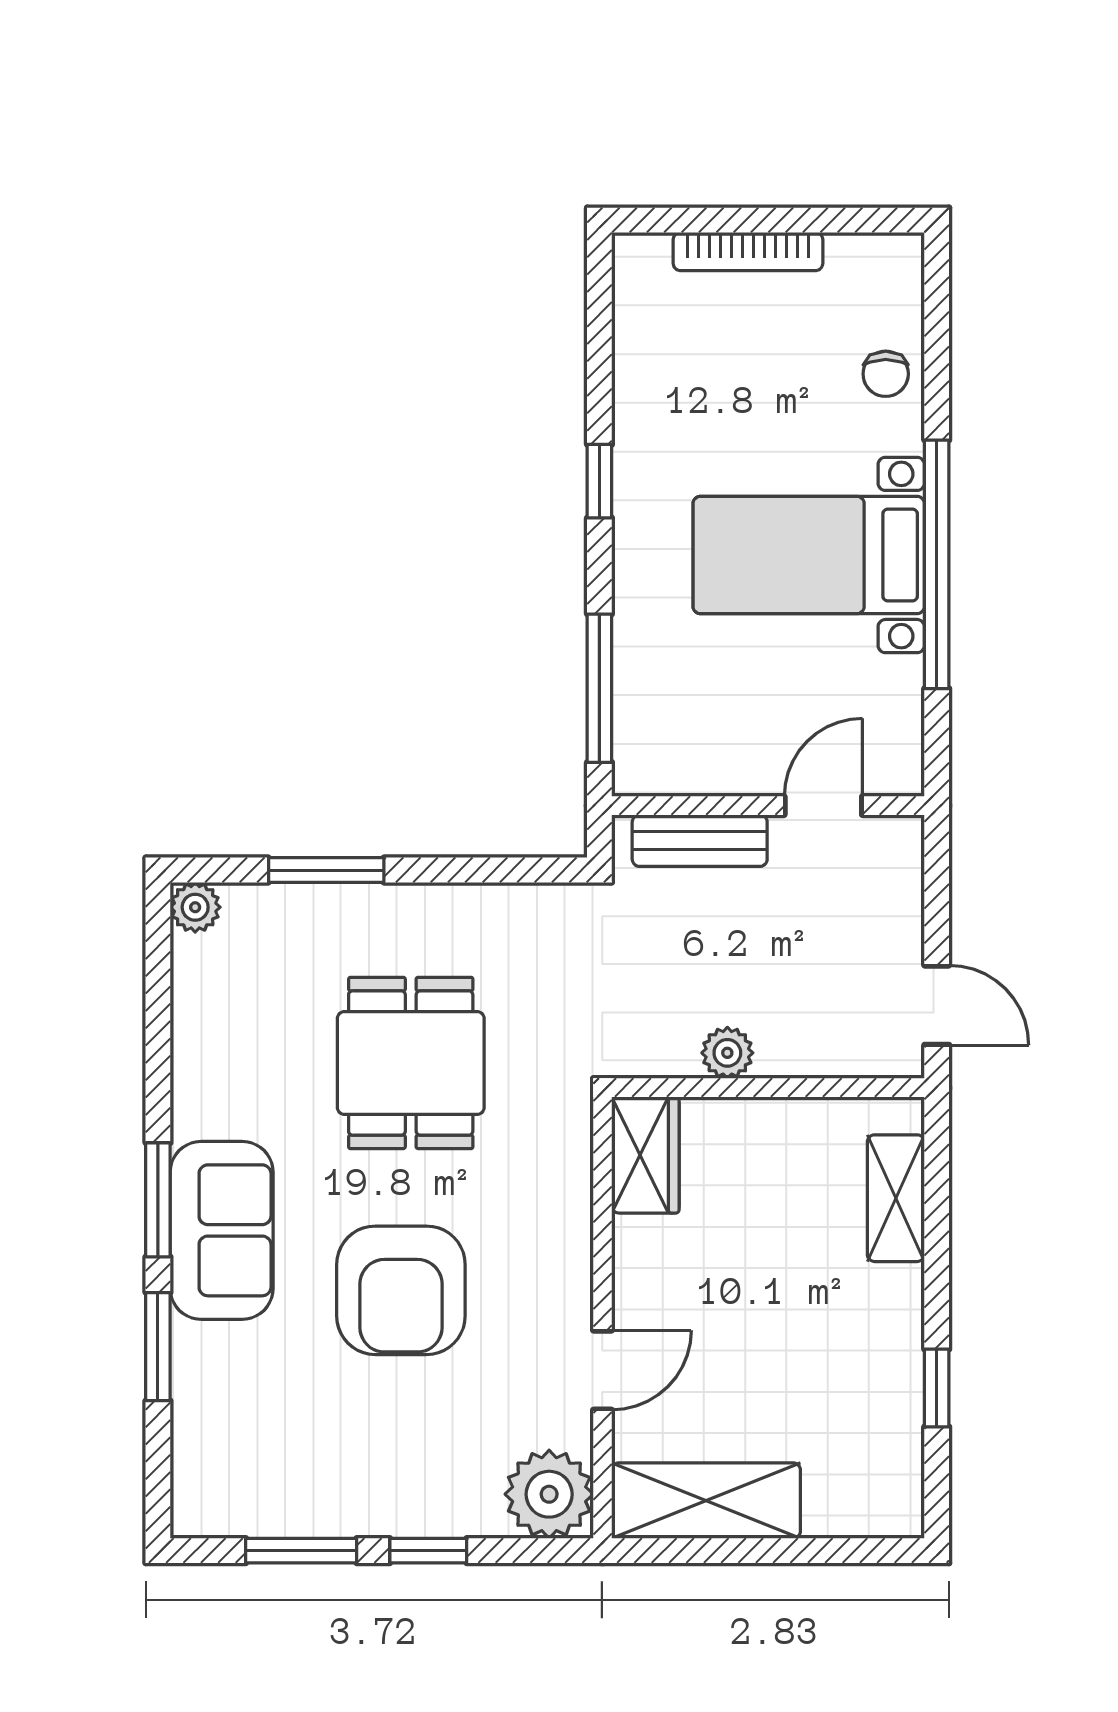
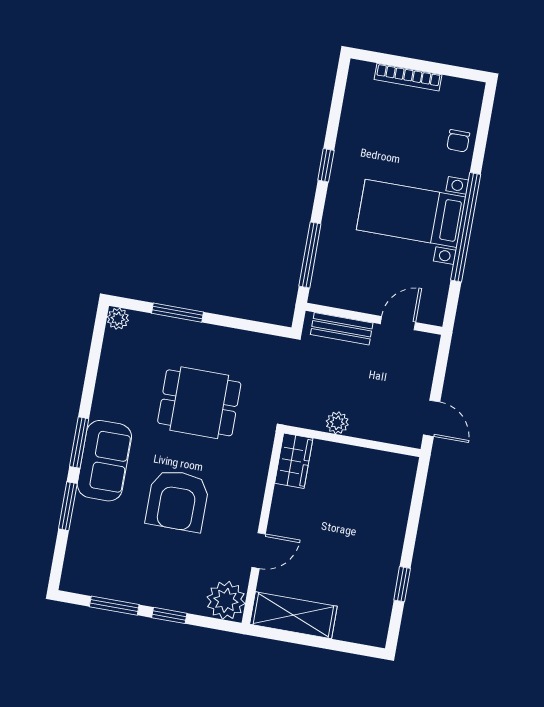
dining table: (411, 1063) -> (199, 403), turned 90
shelving: (896, 1198) -> (399, 499), removed

